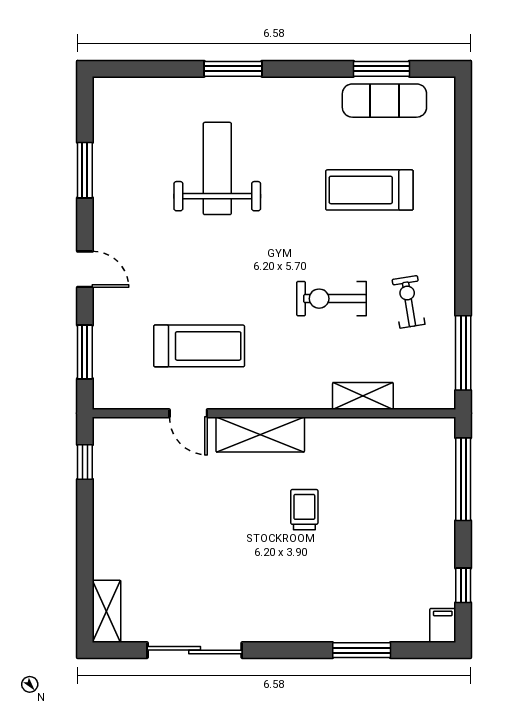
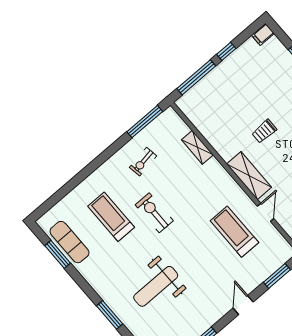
treadmill: (369, 190) -> (111, 217), turned 180
exercise bike: (332, 299) -> (154, 213), moved, turned 180
window: (463, 585) -> (226, 51), moved

